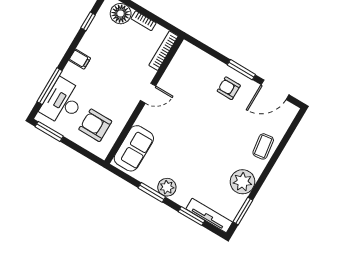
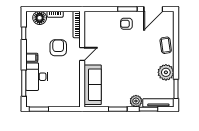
desk: (63, 102) -> (37, 77), moved
armchair: (95, 125) -> (58, 48), moved, turned 90
sofa: (134, 148) -> (93, 85), width x1.36
plant: (167, 187) -> (136, 101), moved

